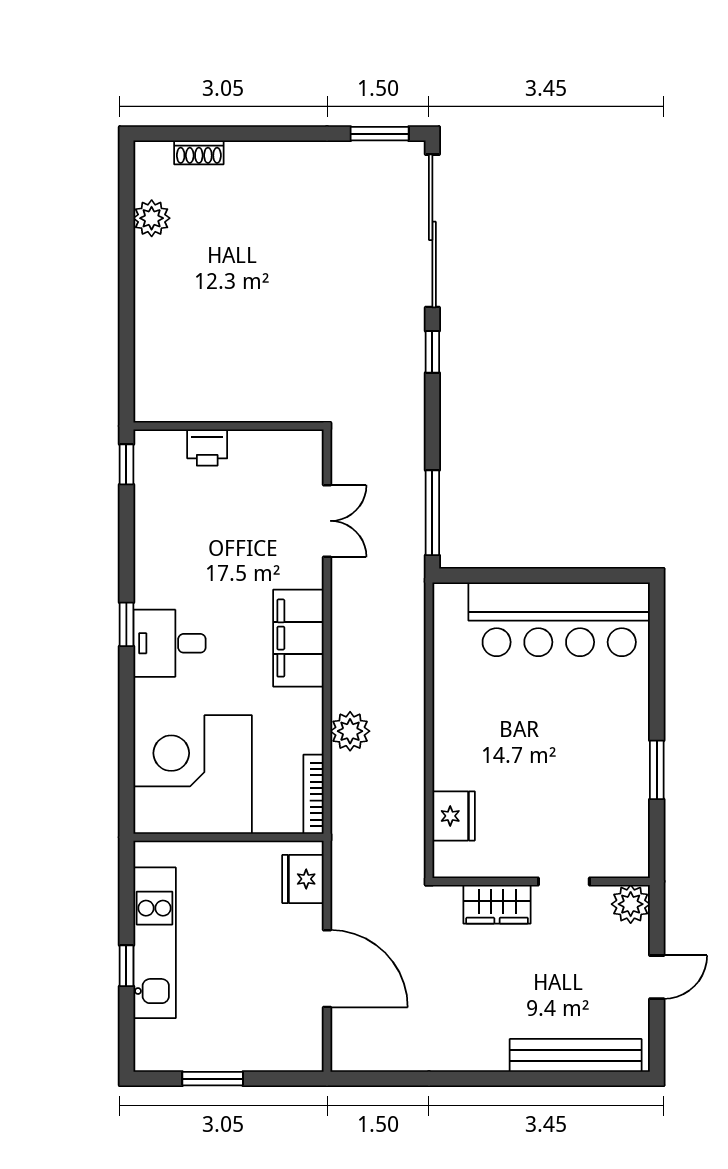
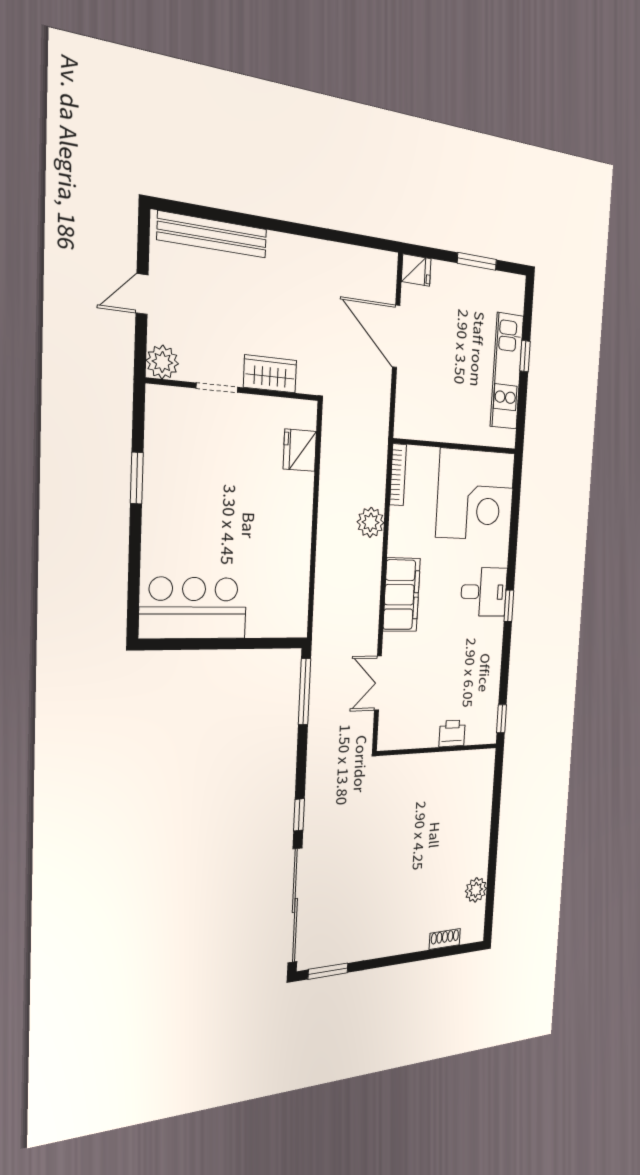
bar counter: (559, 619) -> (193, 608), width x0.73
fridge: (303, 879) -> (416, 270), moved, width x0.72

